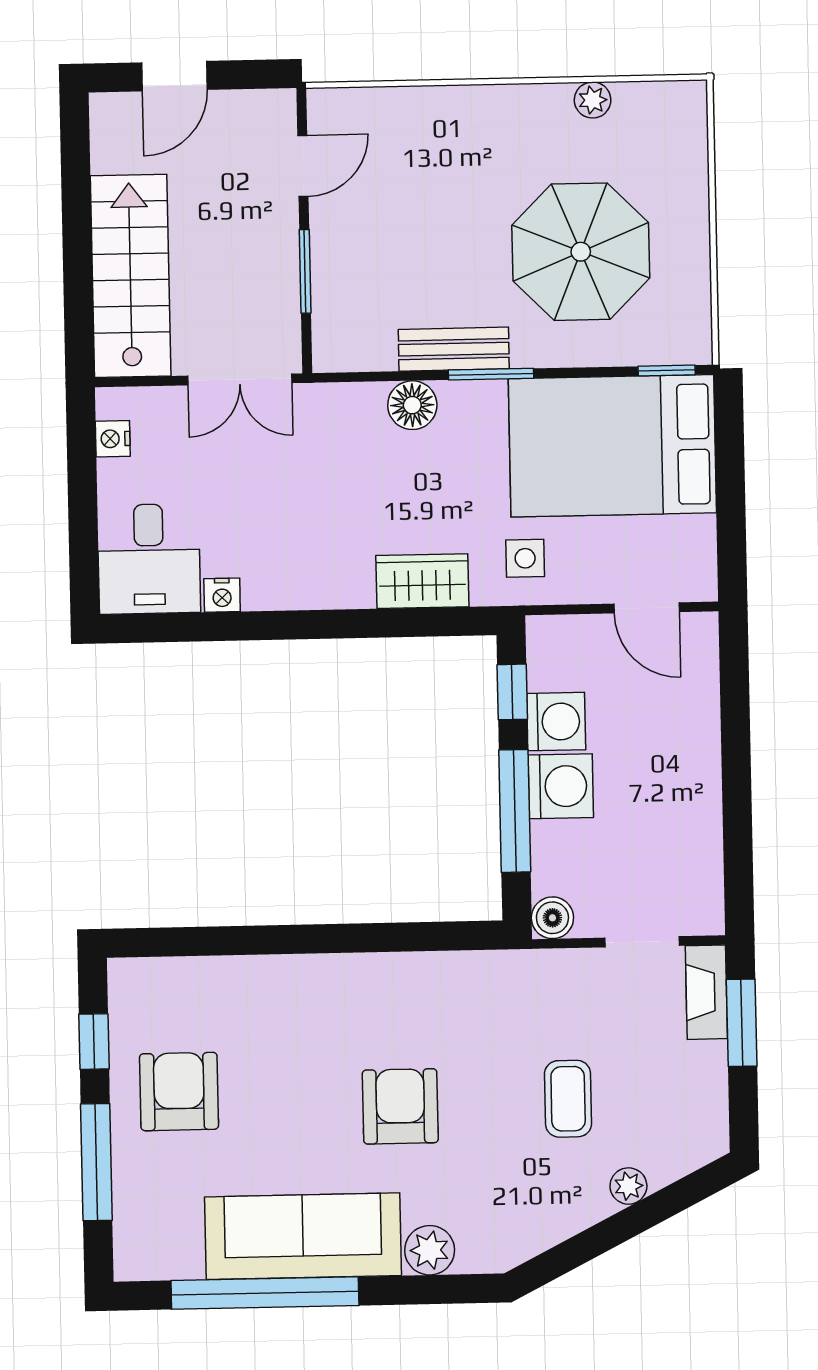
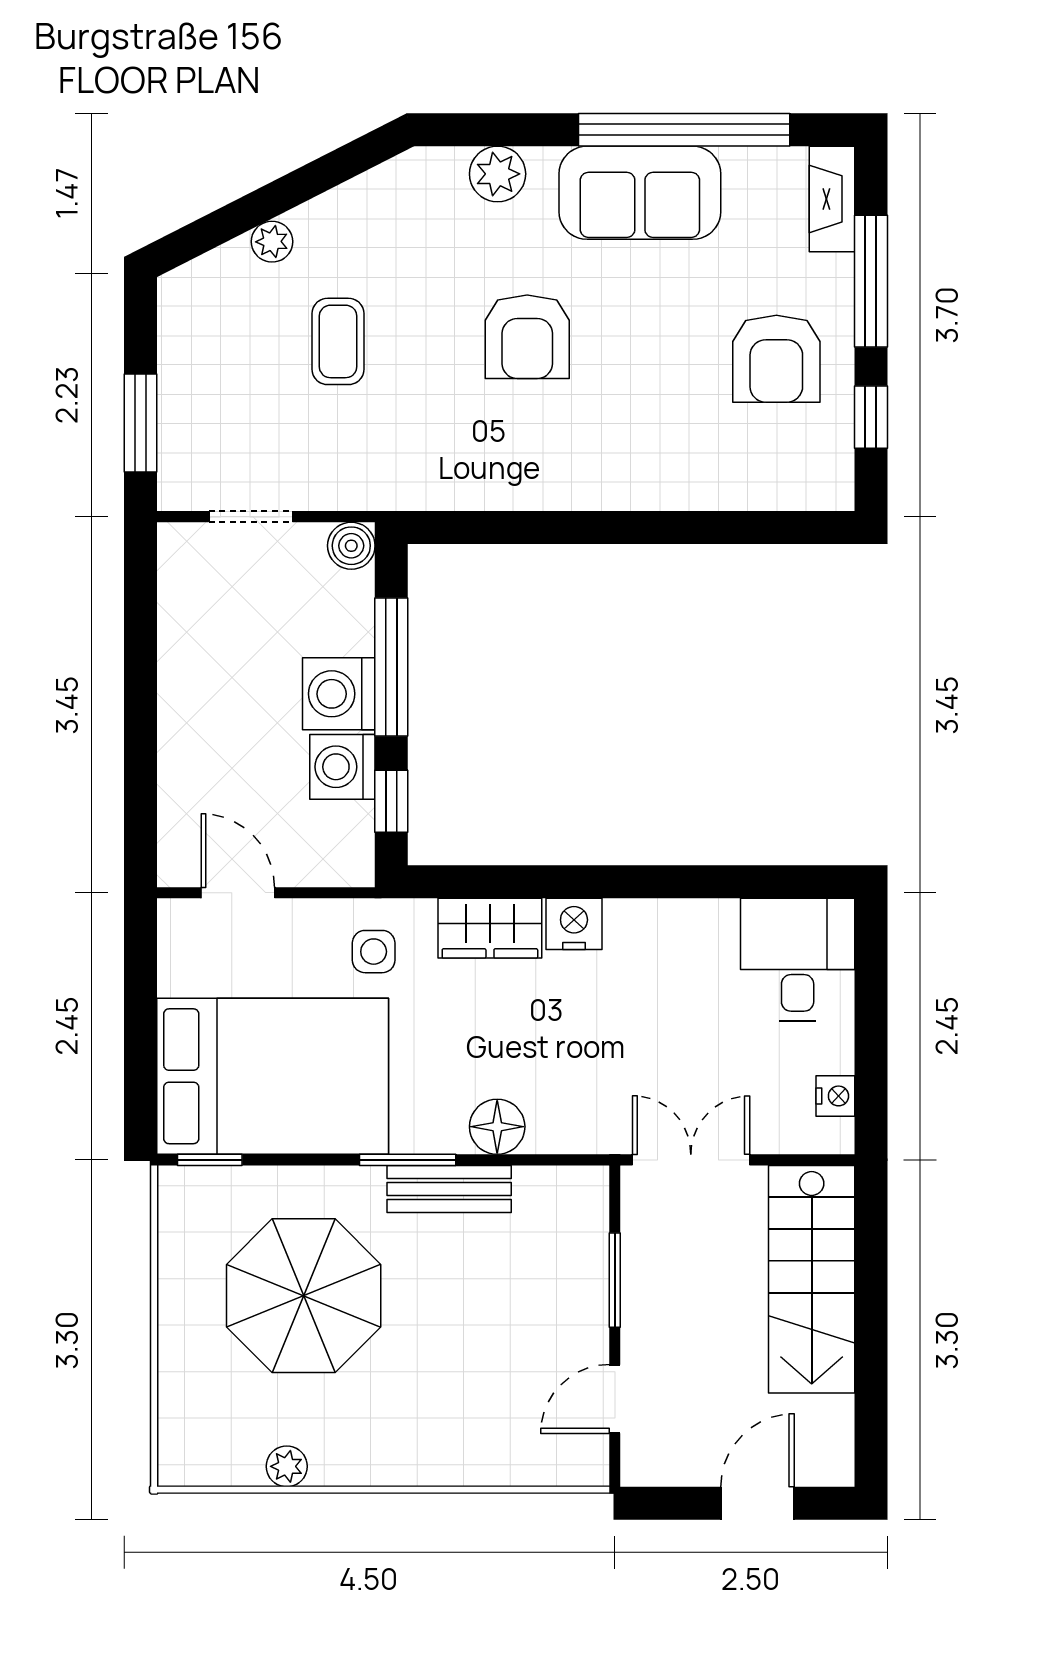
nightstand: (222, 595) -> (574, 924), moved, width x1.39, depth x1.35
fireplace: (706, 992) -> (832, 199), moved, turned 180
sofa: (303, 1236) -> (640, 193), width x0.73

